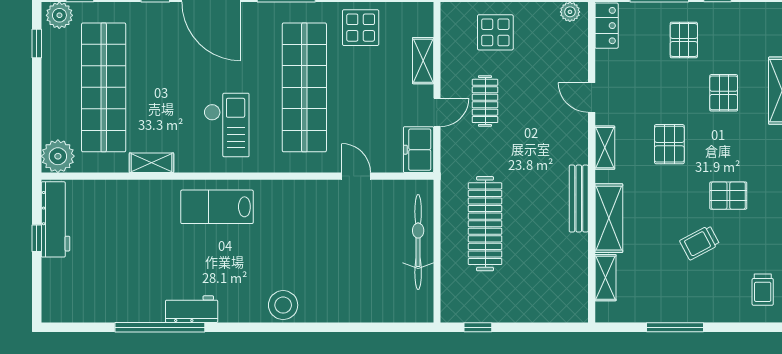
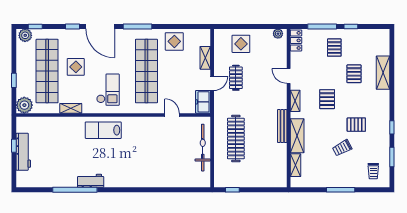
window: (37, 44) -> (14, 80), moved
display table: (162, 79) -> (76, 67), added
workbench: (56, 219) -> (23, 152), moved
stool: (283, 305) -> (136, 179), removed
window: (675, 327) -> (341, 190), moved

